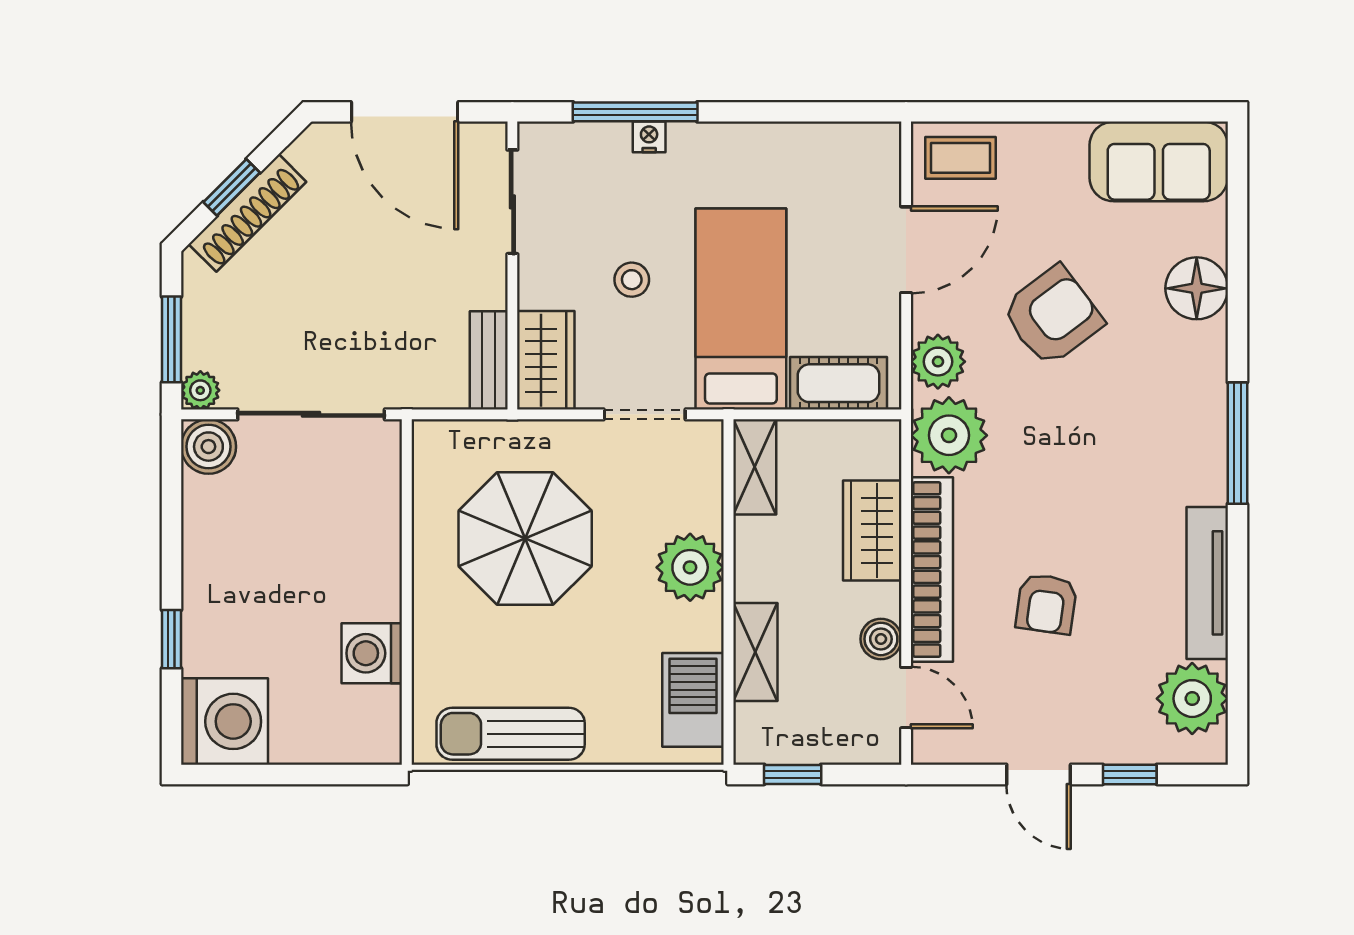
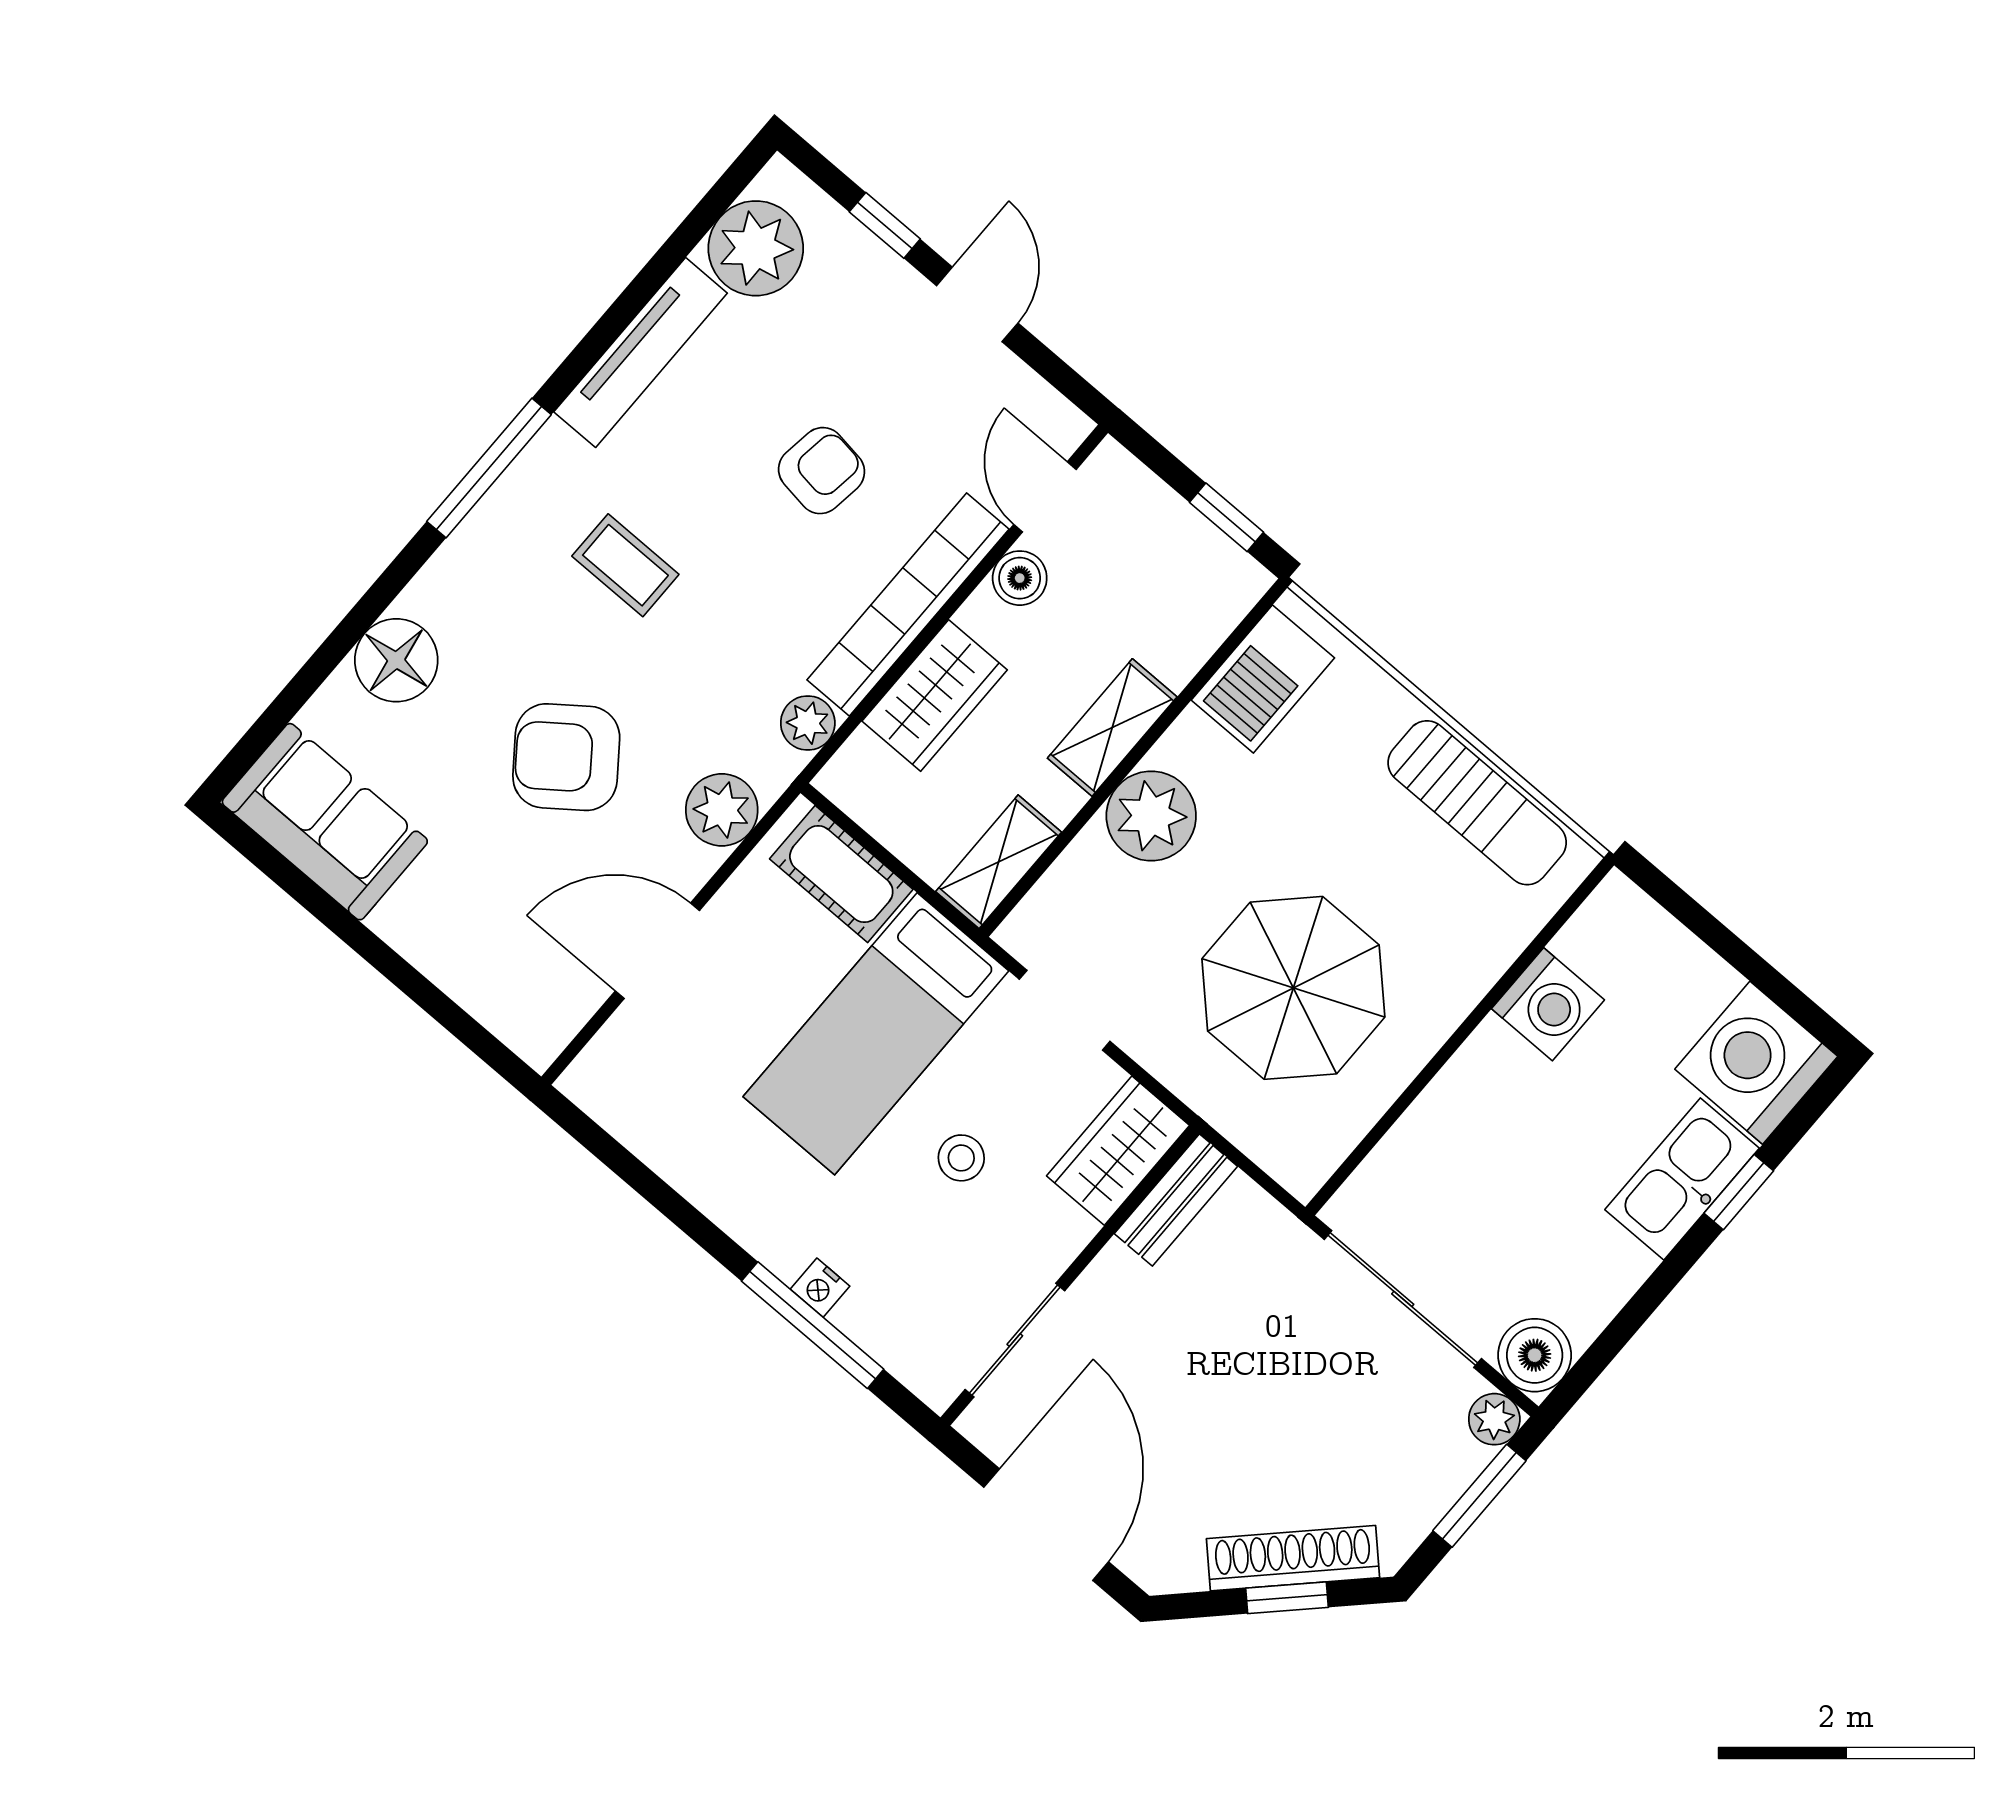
coffee table: (961, 158) -> (625, 565), moved
plant: (949, 435) -> (808, 723), width x0.53, depth x0.53
kitchen sink: (210, 619) -> (1682, 1179), added
shelving: (755, 652) -> (1112, 728), moved

